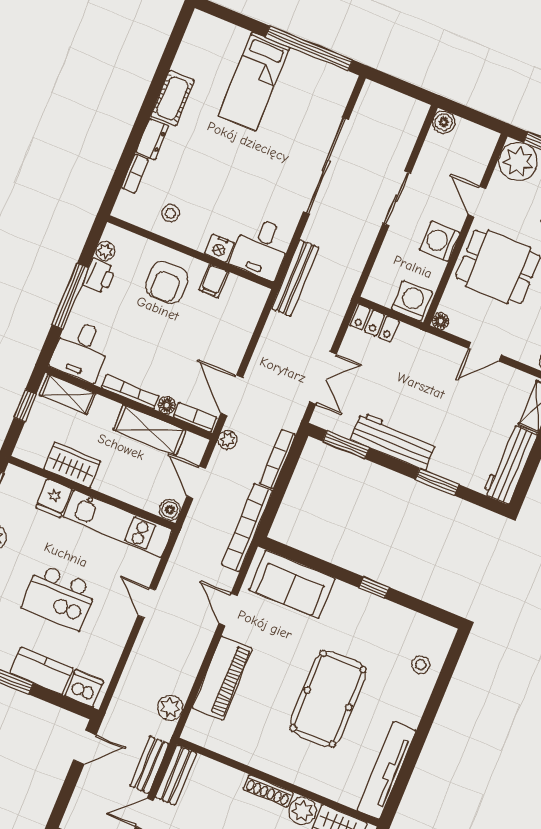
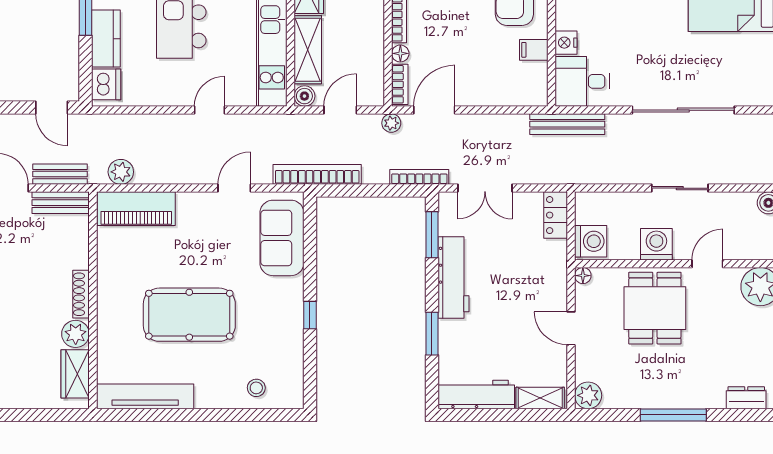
shelving: (150, 430) -> (308, 50), moved
bookcase: (278, 459) -> (419, 177), moved
piano: (222, 678) -> (136, 209), moved

